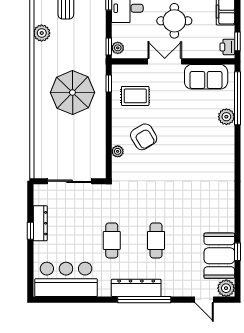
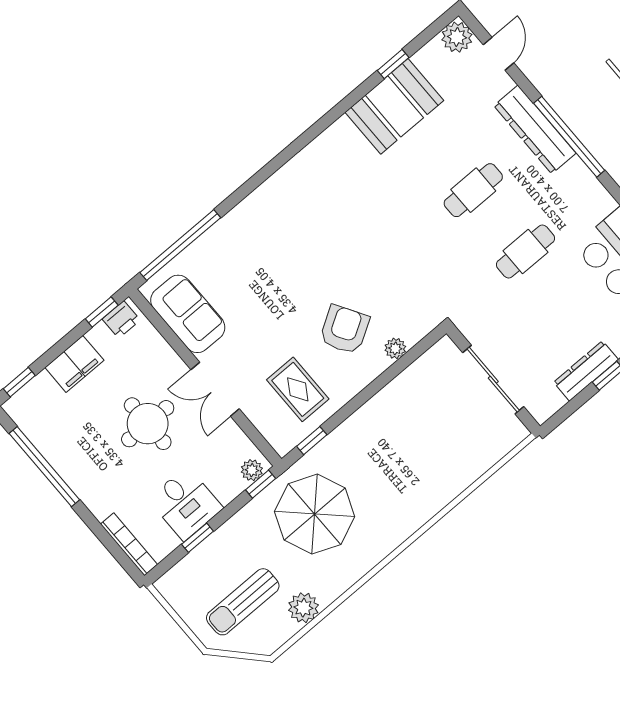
plant: (42, 33) -> (303, 608), moved
parasol: (72, 92) -> (315, 514), moved
plant: (226, 117) -> (219, 239), removed
booth: (219, 256) -> (394, 106), moved
dresser: (136, 288) -> (535, 129), moved

